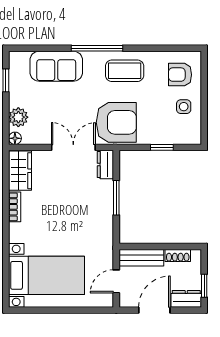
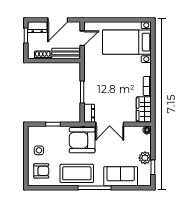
coffee table: (125, 71) -> (77, 173), width x1.36, depth x1.32
plant: (18, 117) -> (145, 158), moved

